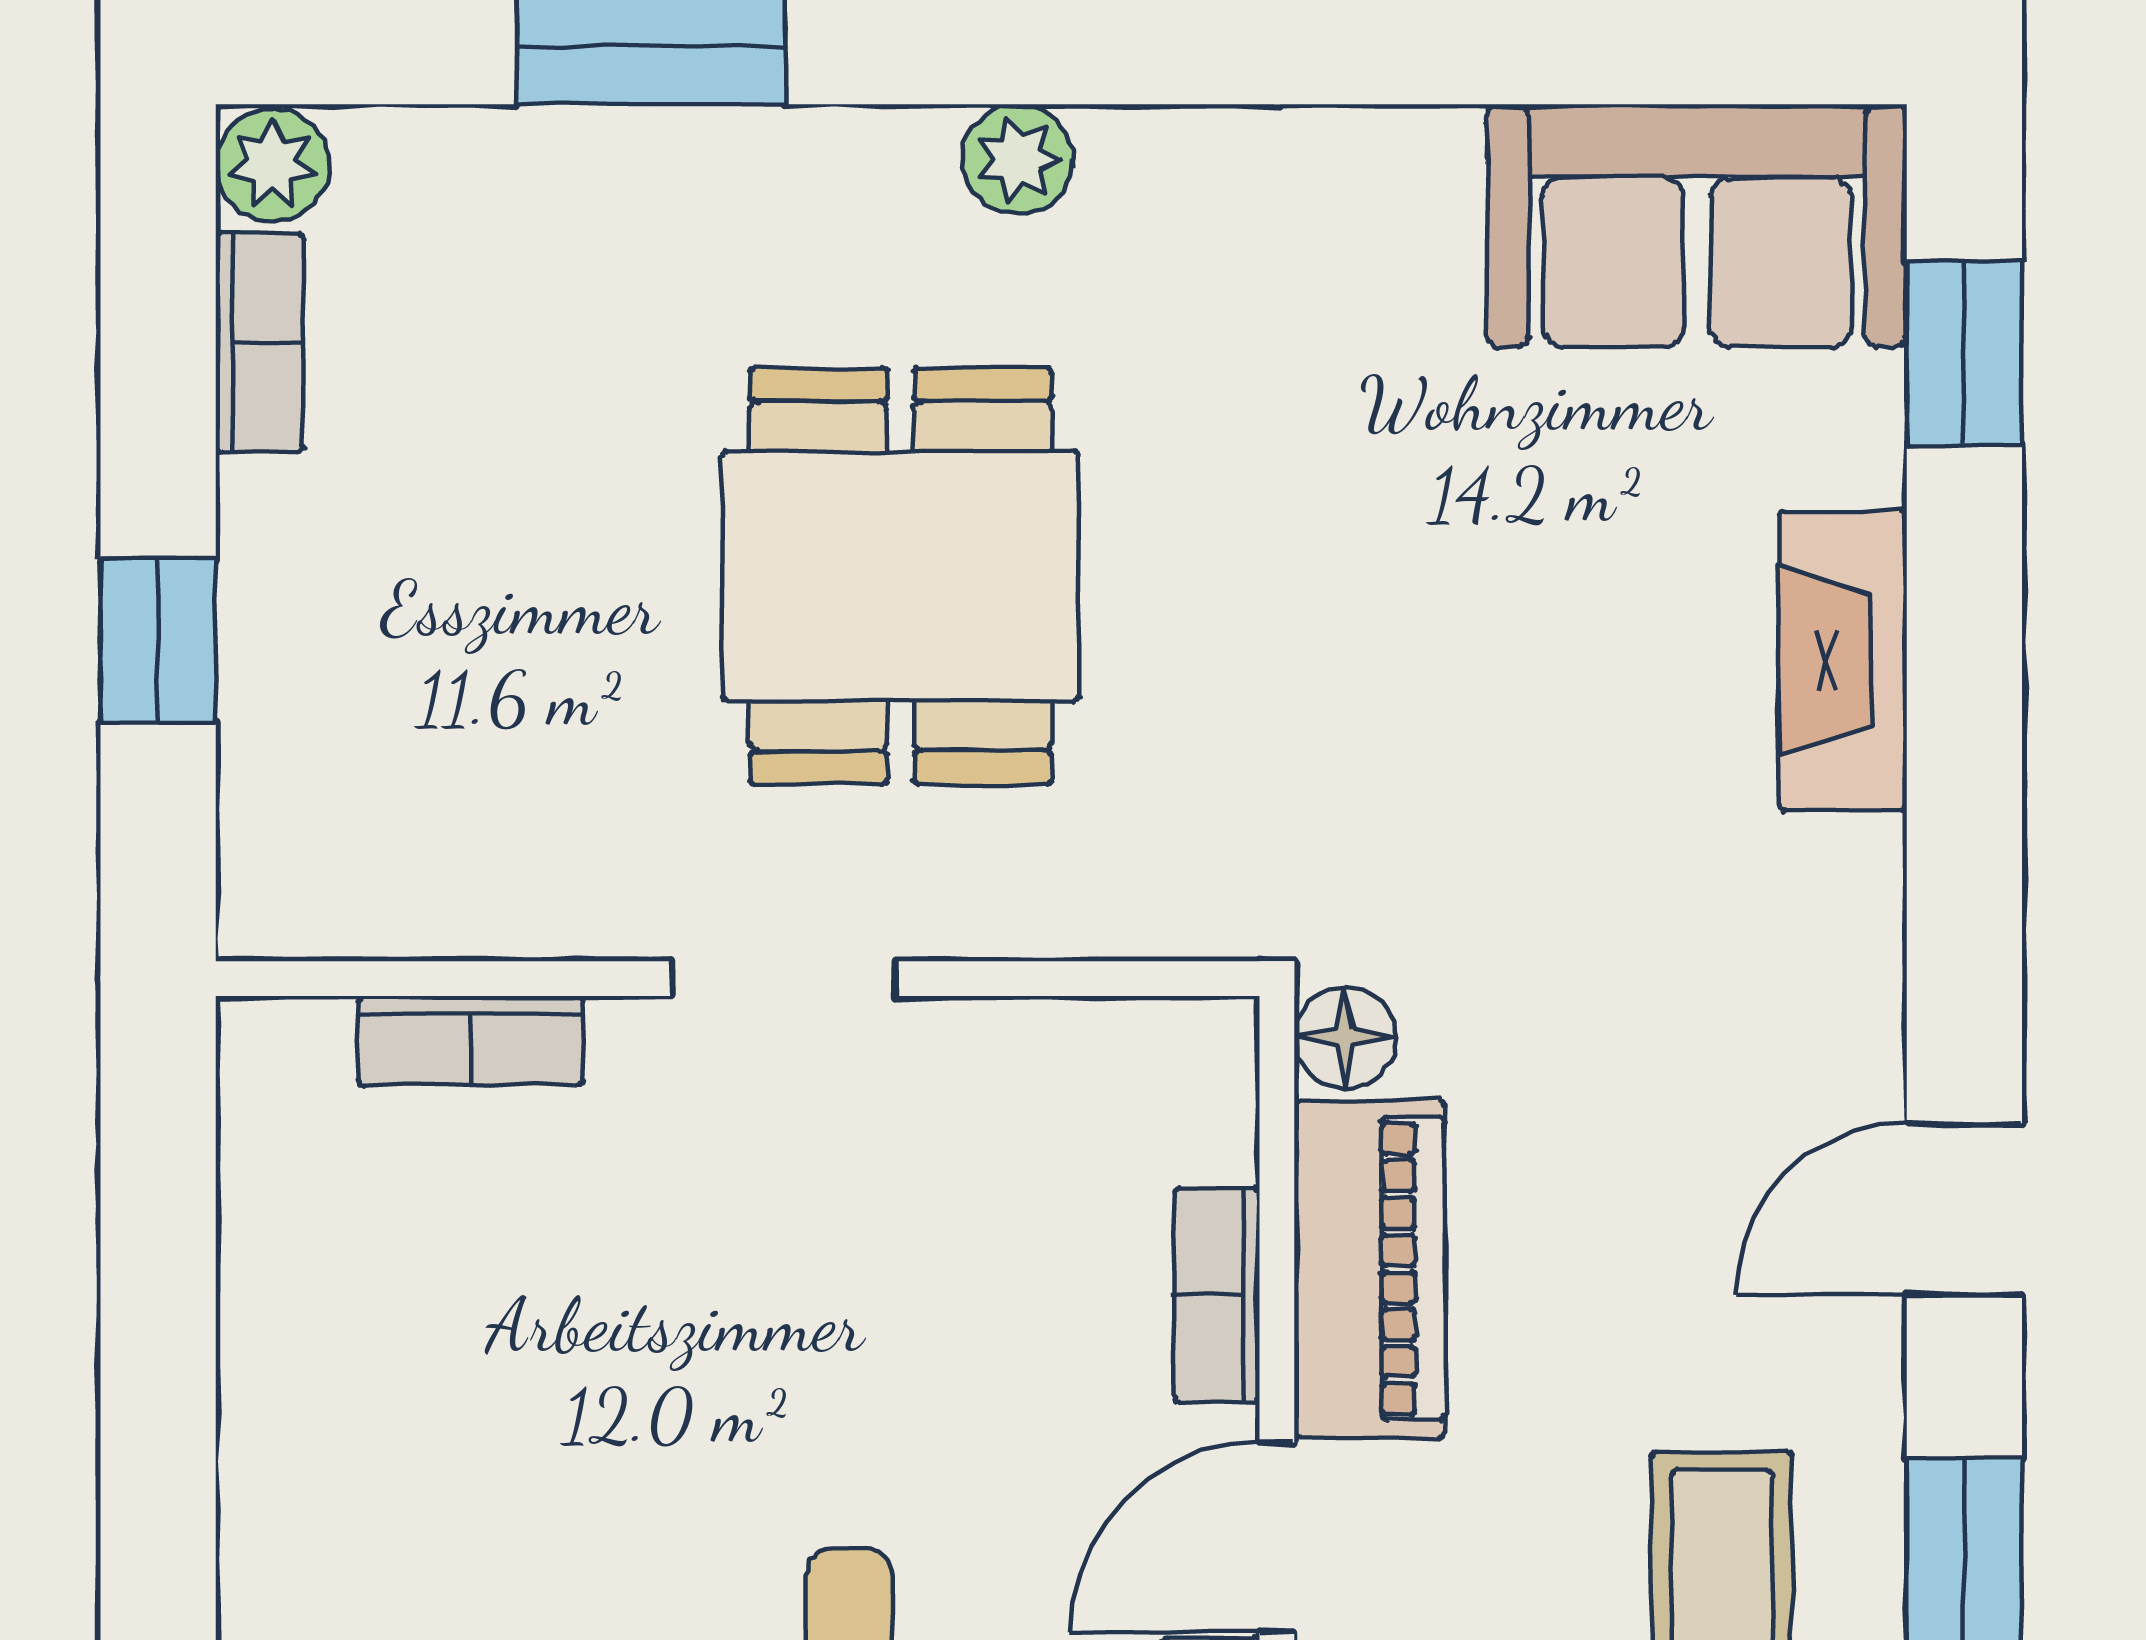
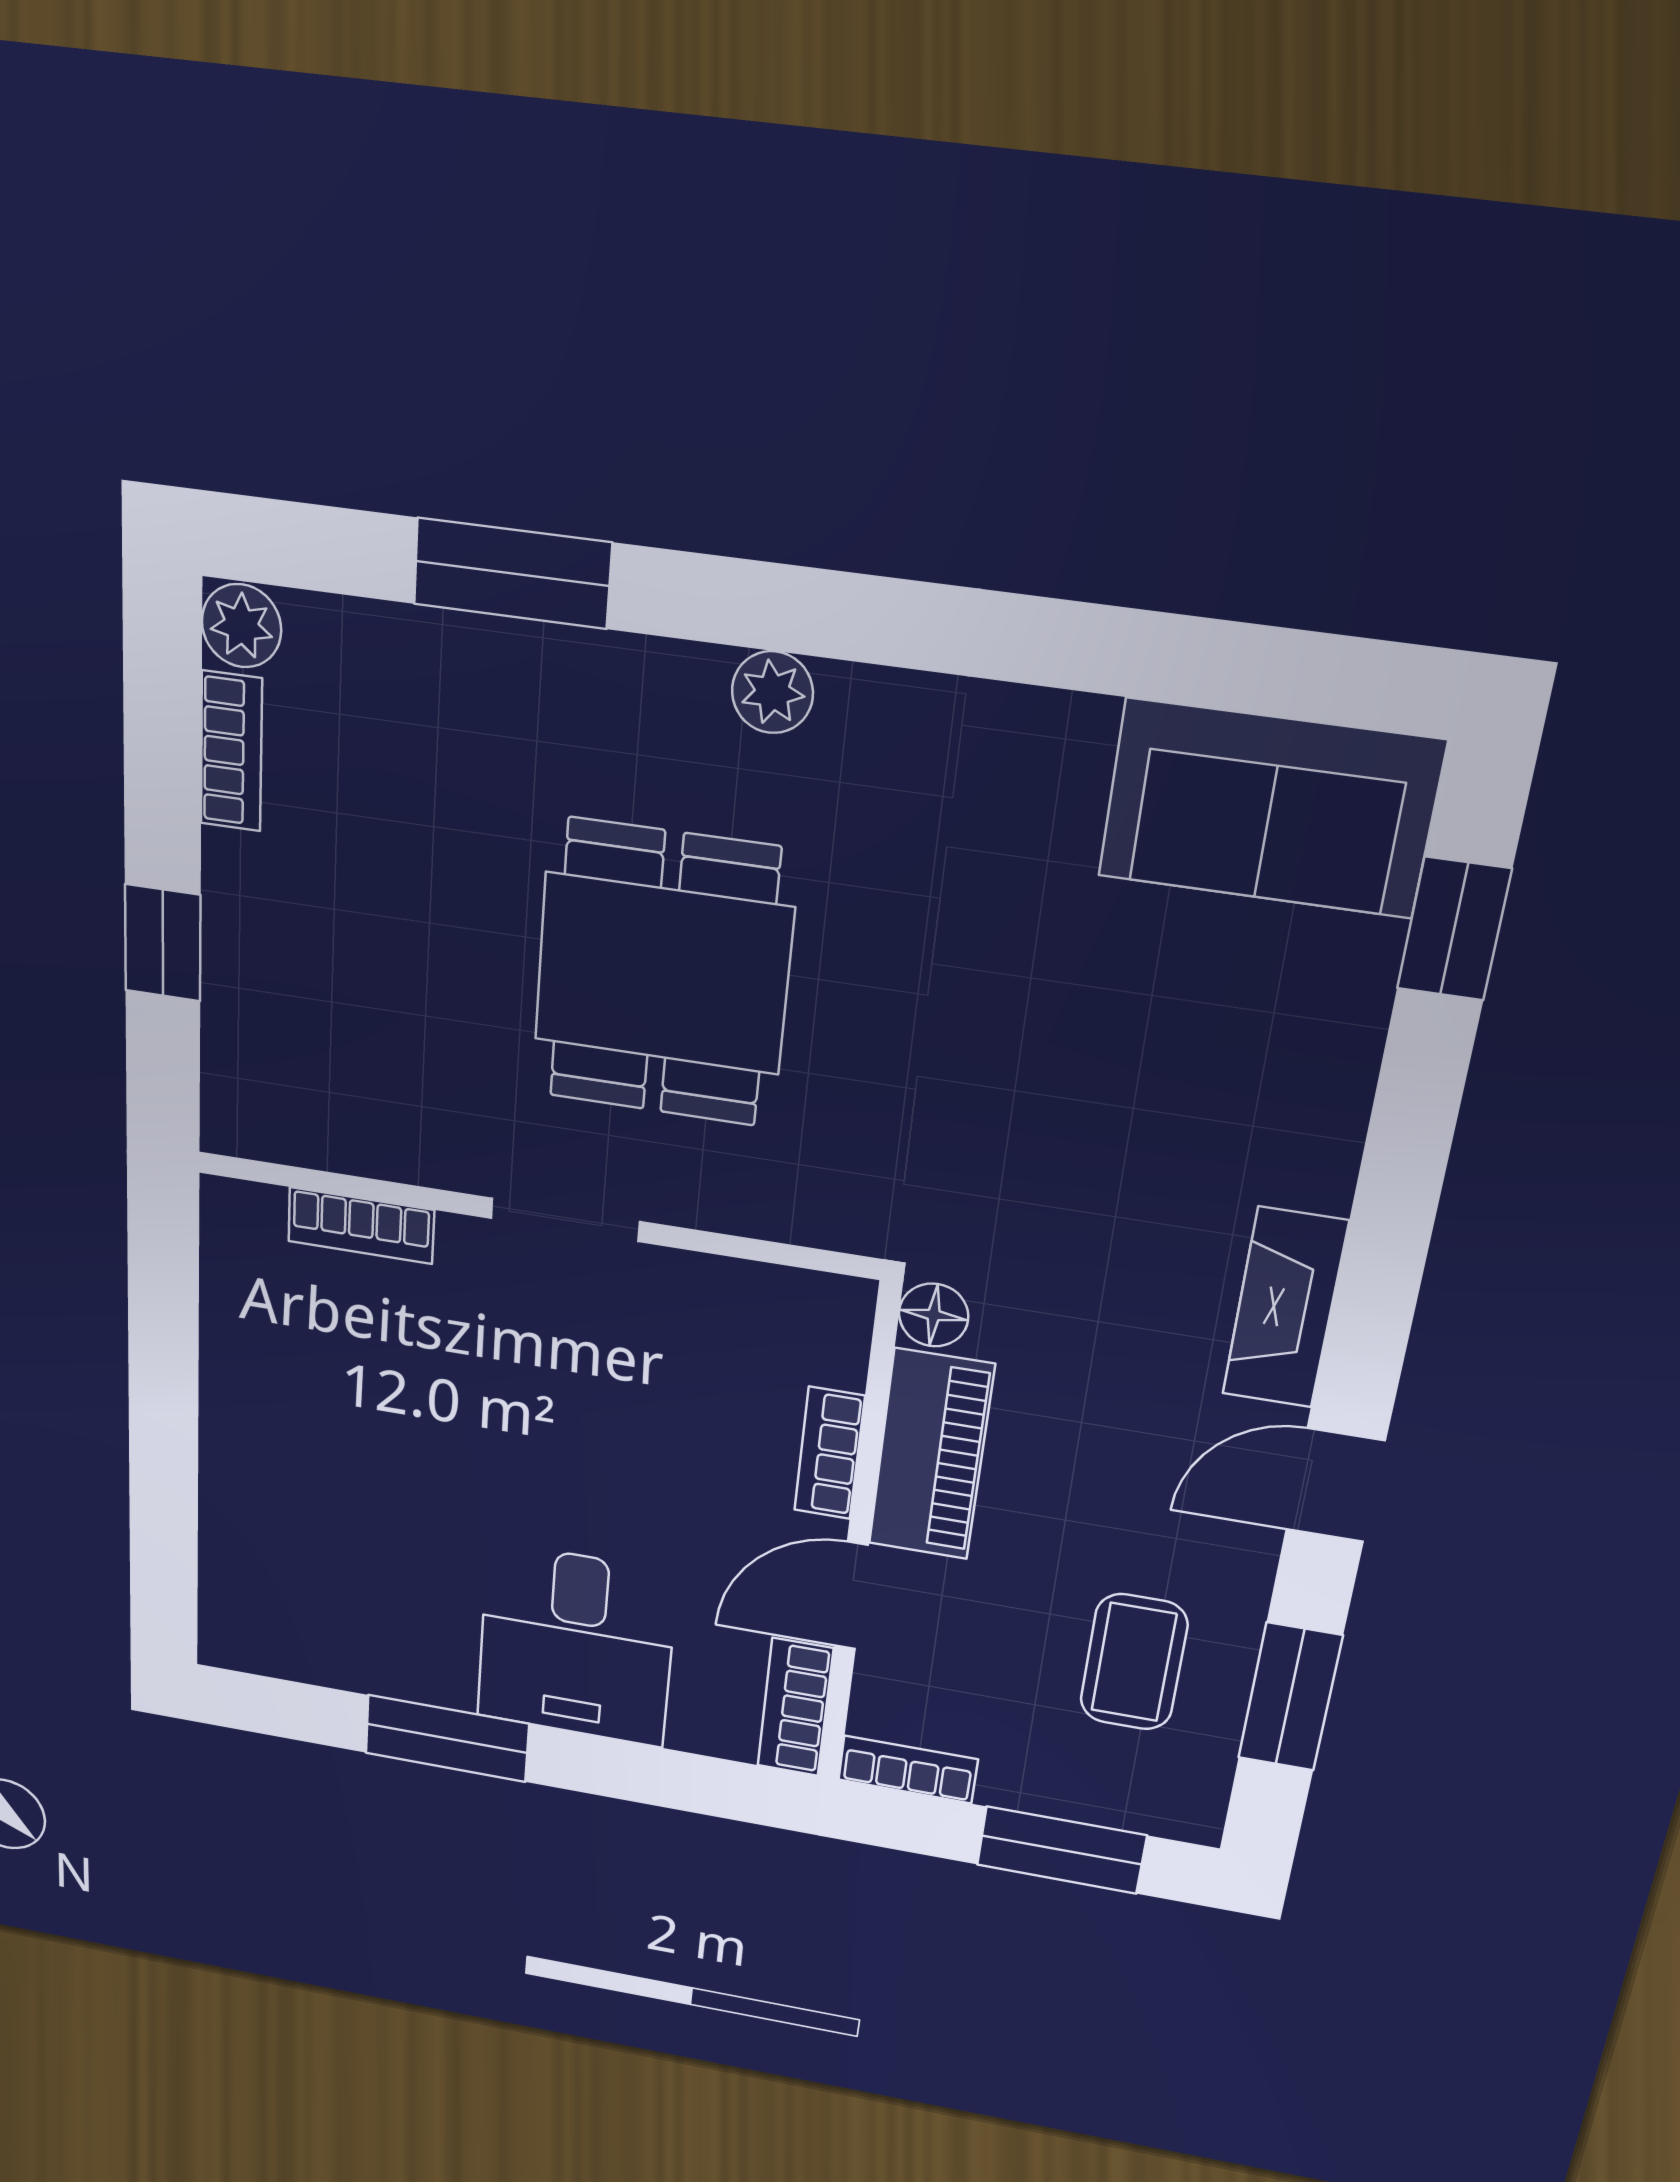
fireplace: (1843, 660) -> (1285, 1308), moved

